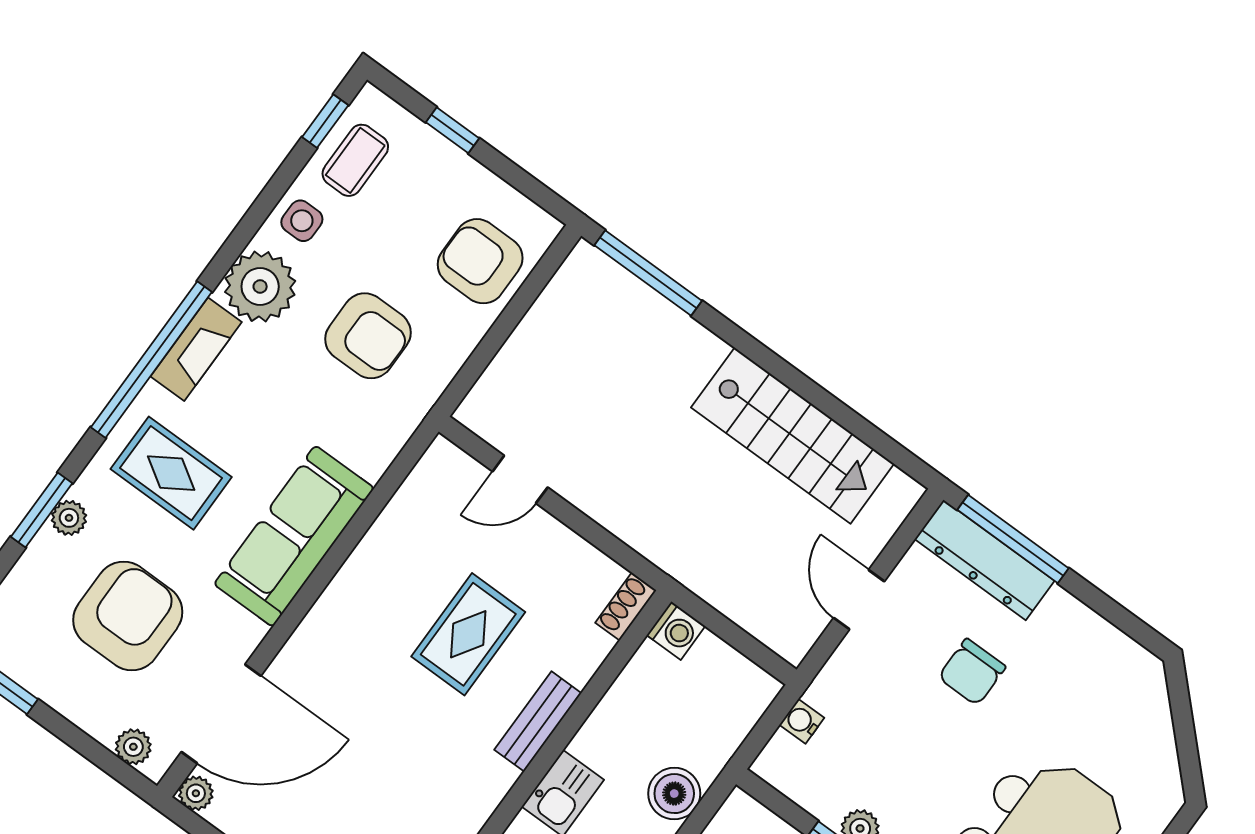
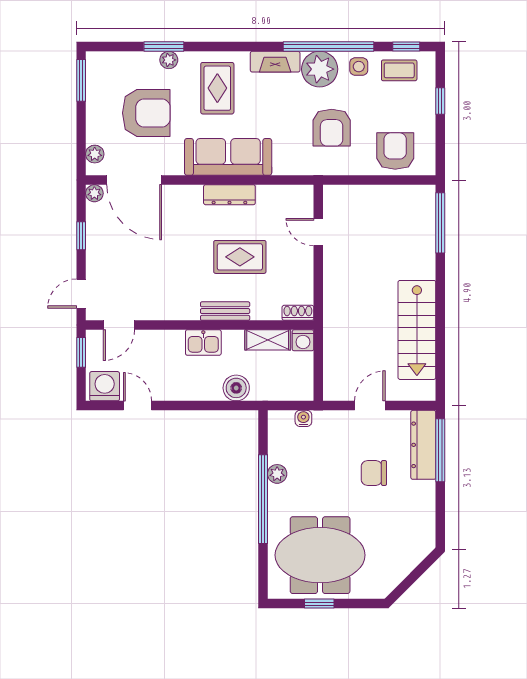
window: (151, 360) -> (329, 47), moved
dresser: (356, 578) -> (229, 195), added
shelving: (634, 687) -> (268, 340), added

